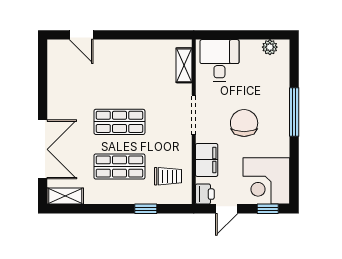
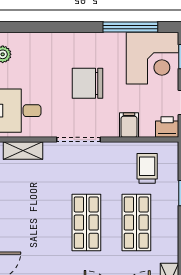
window: (294, 112) -> (130, 27), moved
filing cabinet: (207, 160) -> (129, 125), width x0.50

